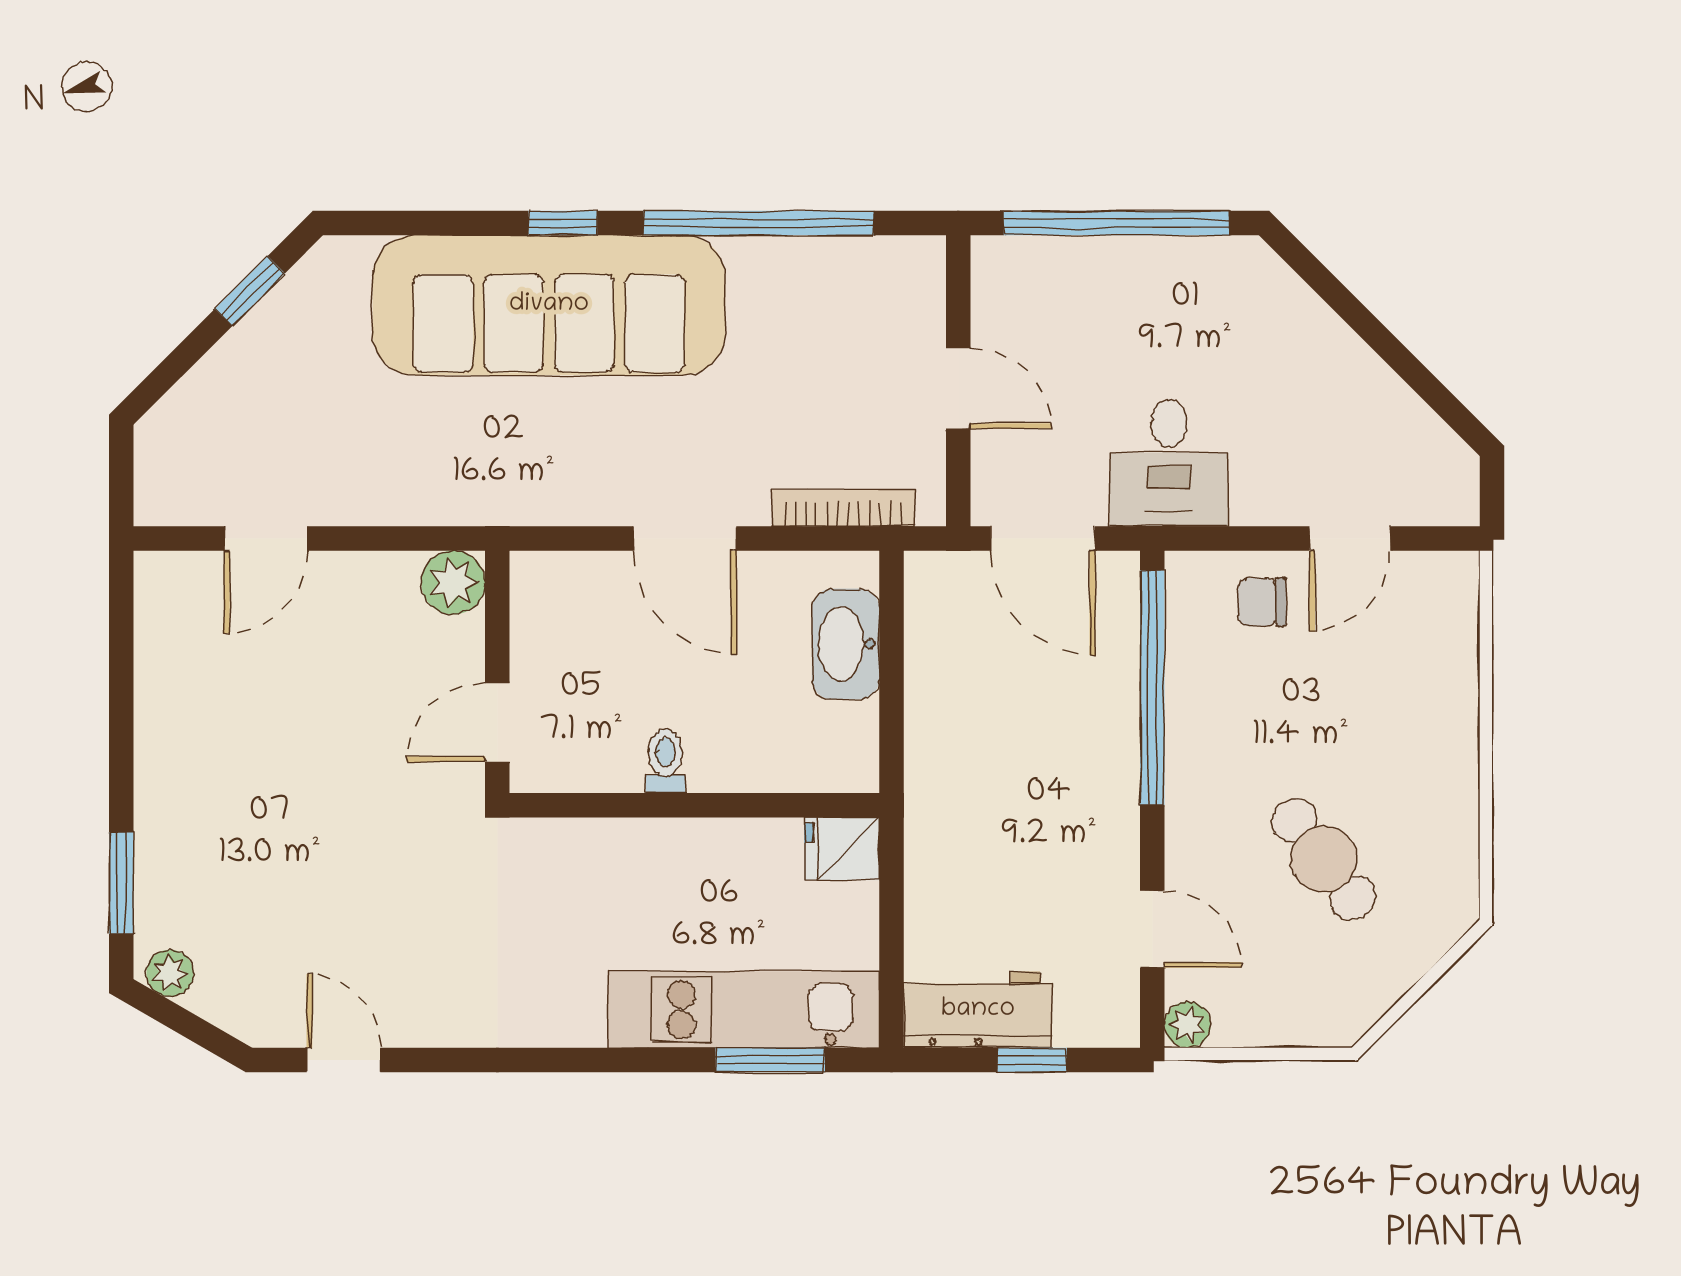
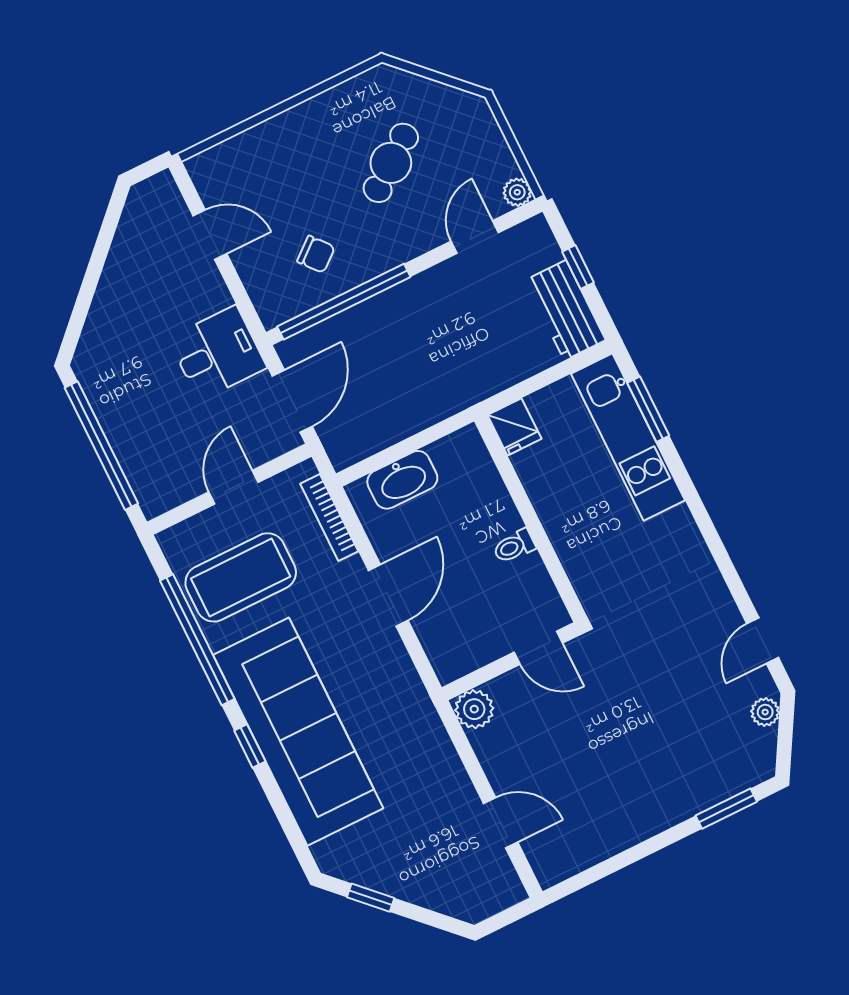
coffee table: (819, 333) -> (241, 577), added
chair: (1262, 602) -> (316, 254), moved, turned -40
plant: (170, 973) -> (765, 712), moved

